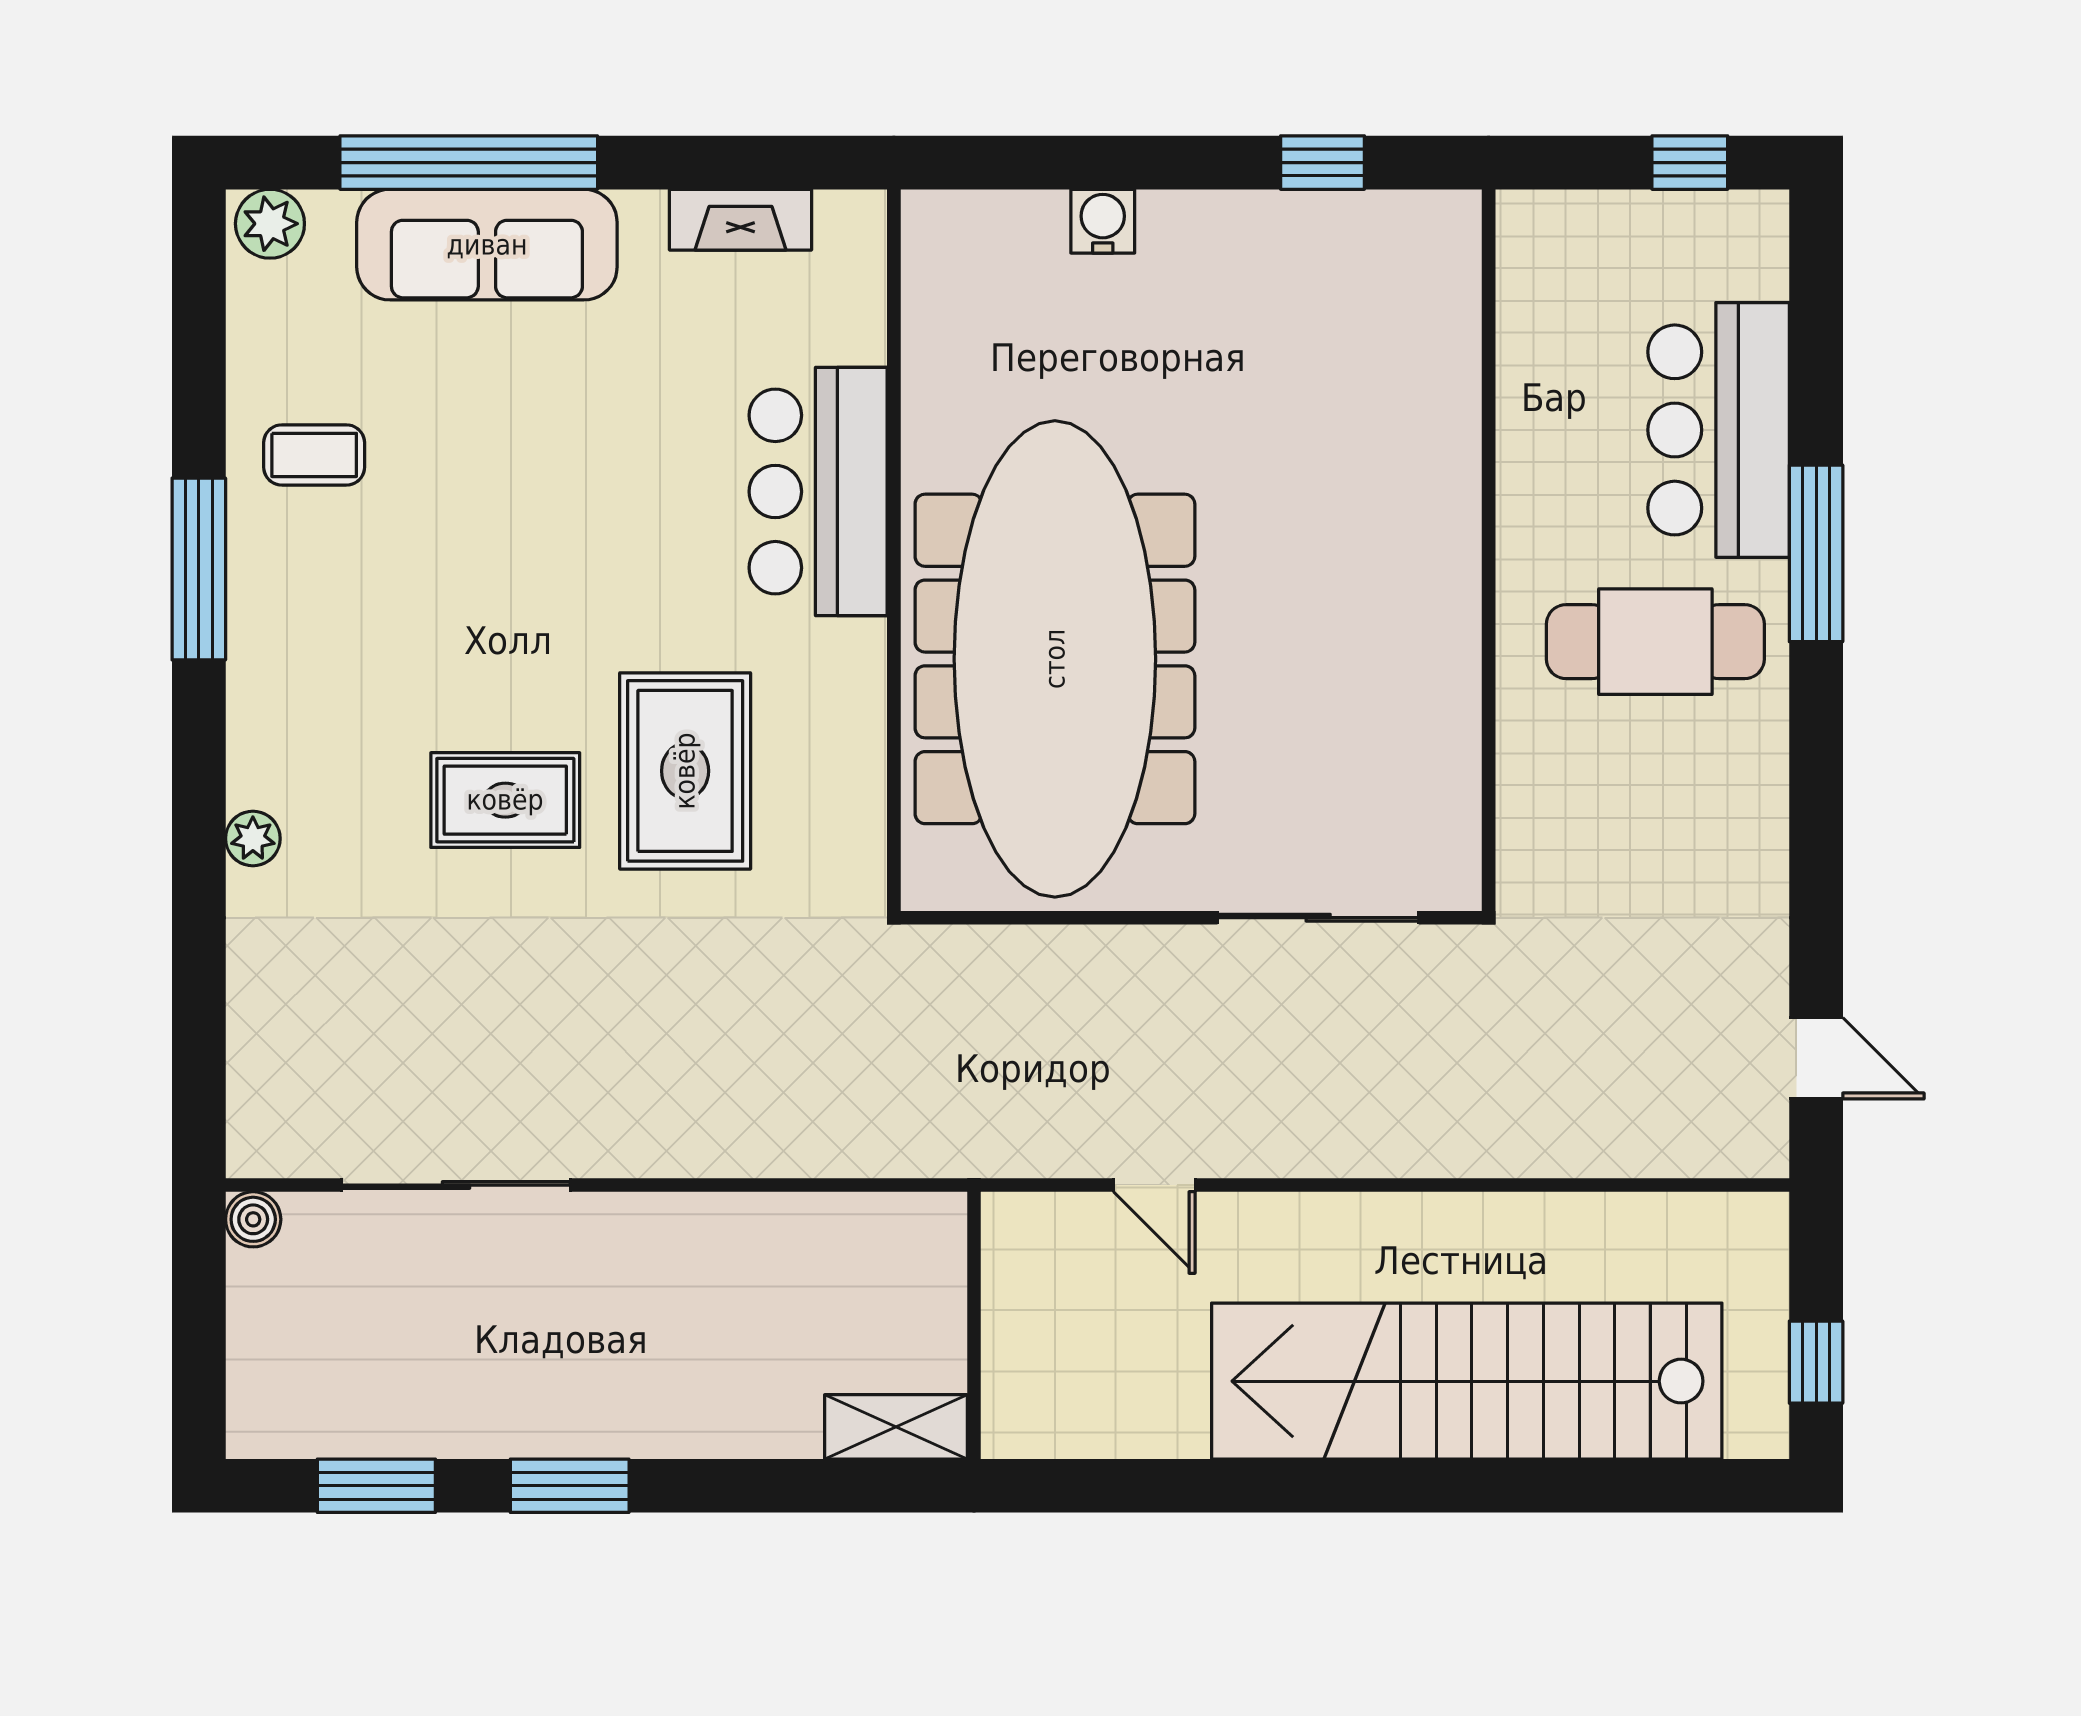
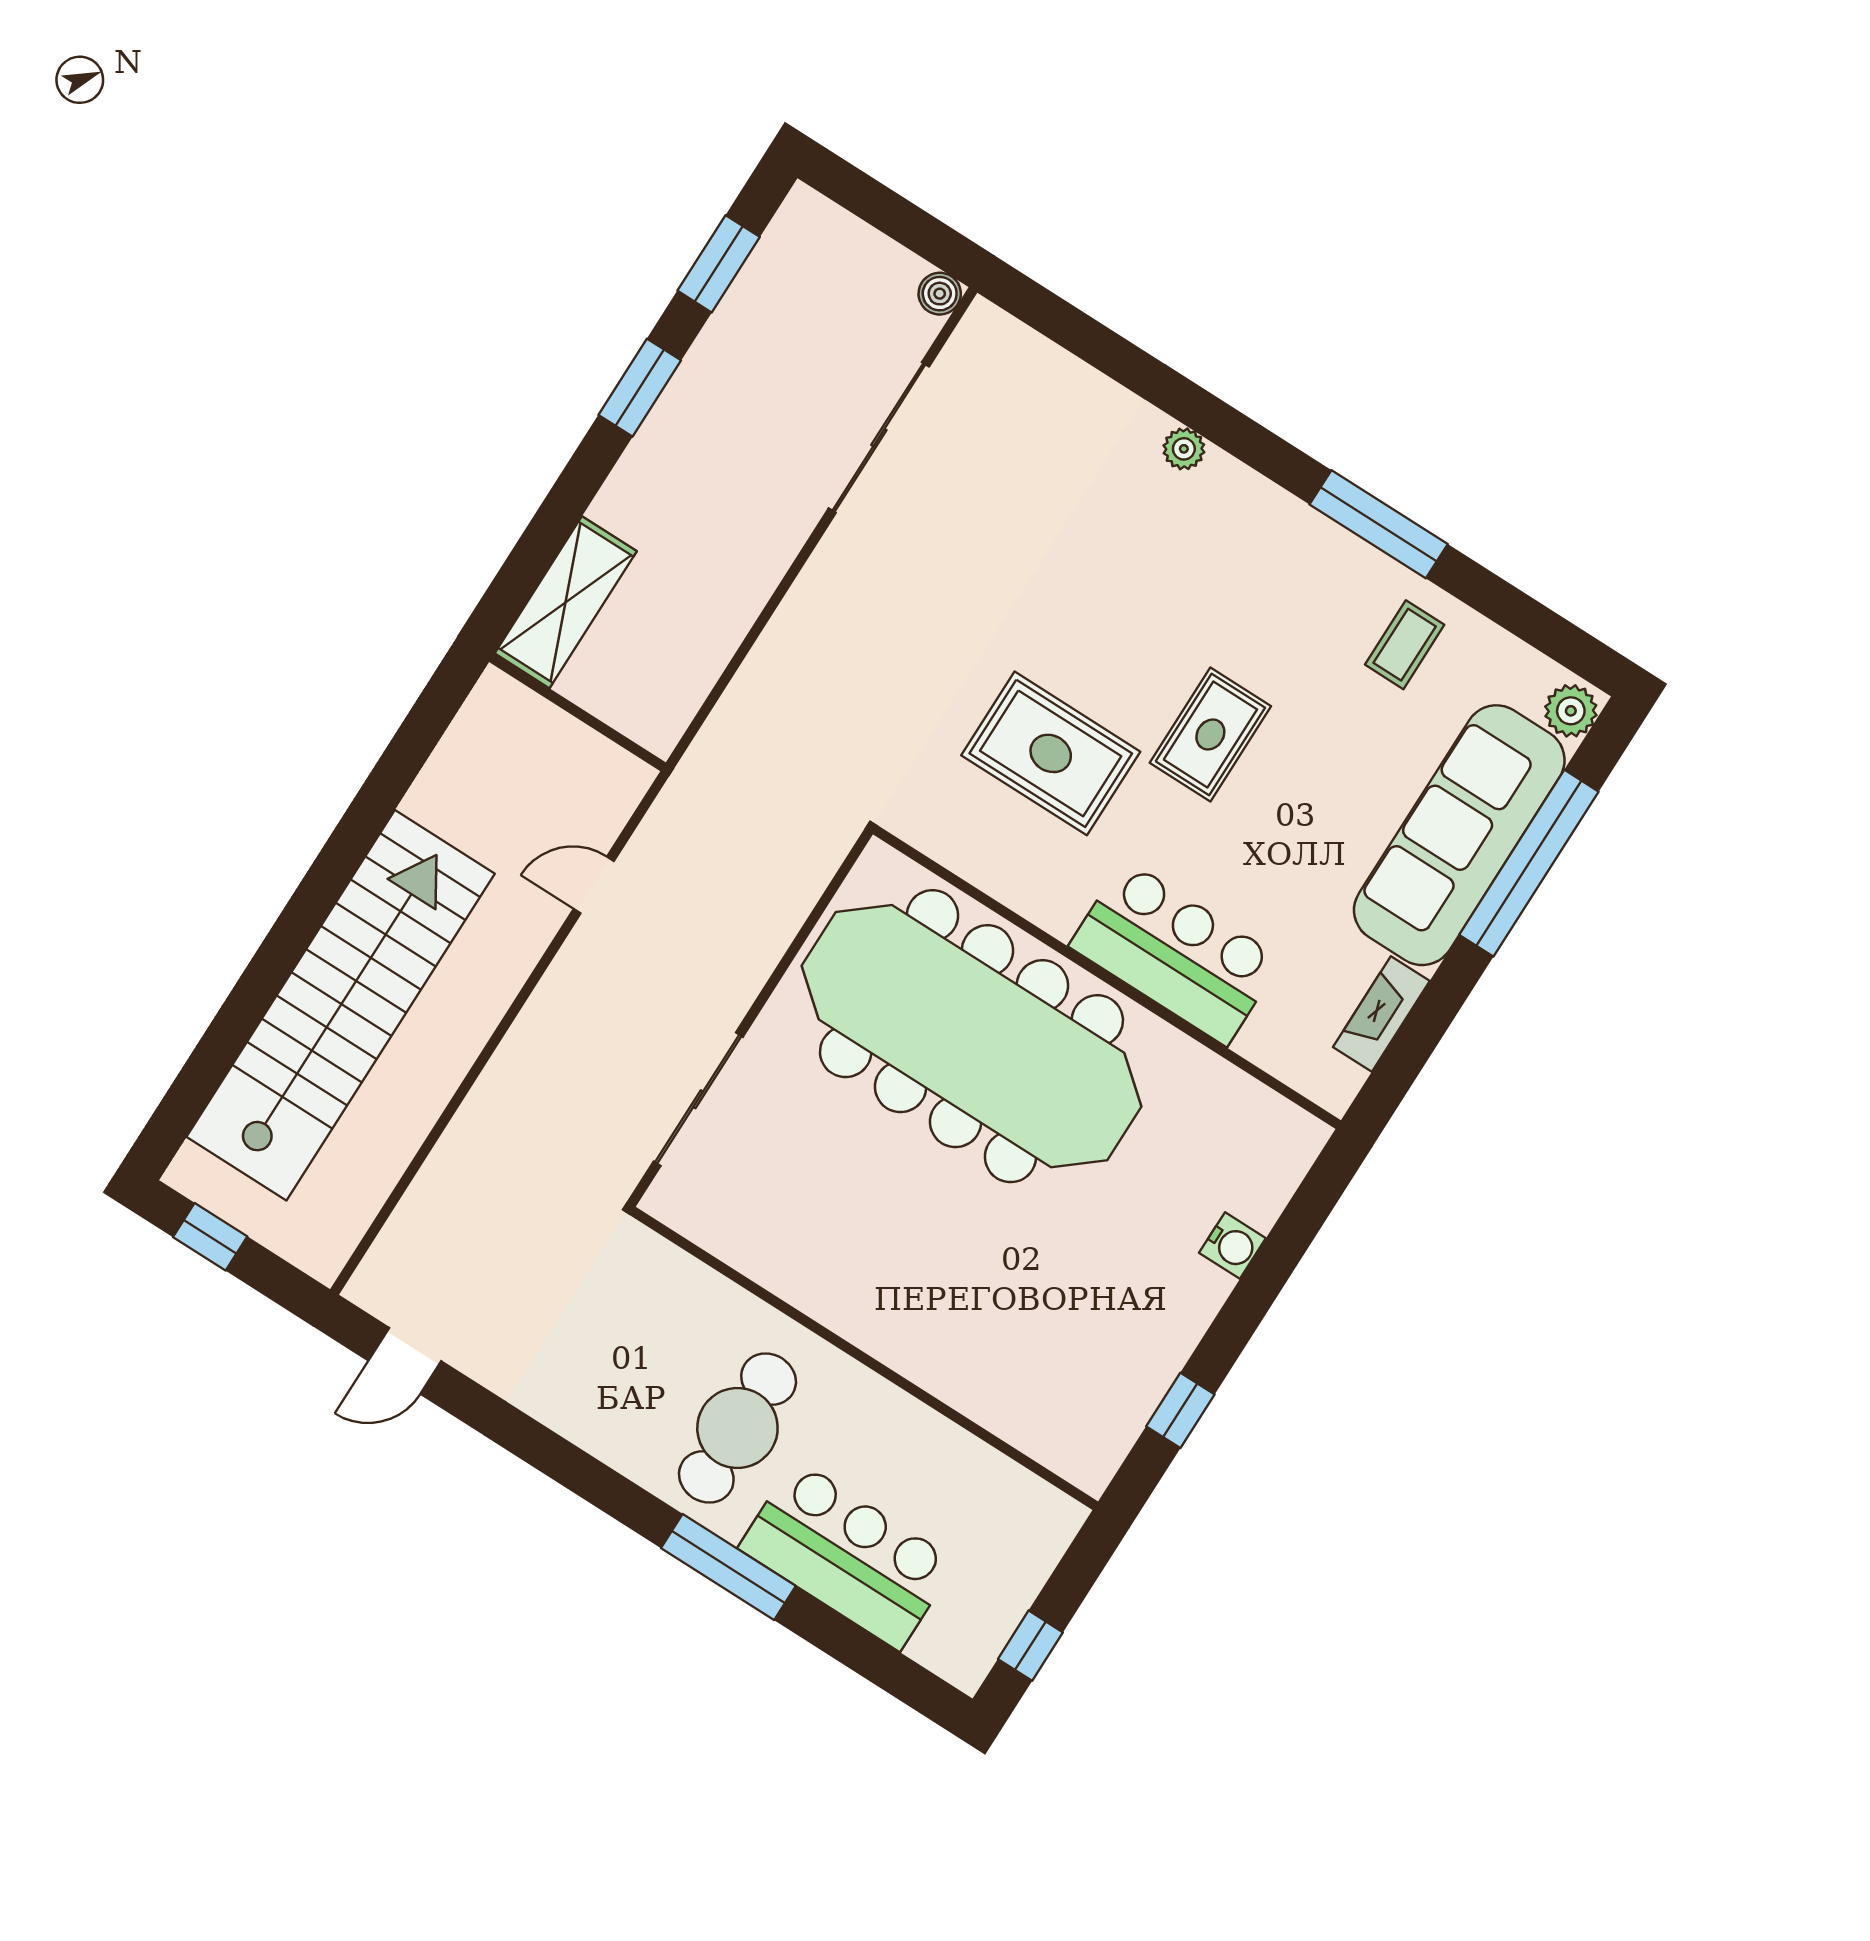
sofa: (487, 245) -> (1459, 835), width x1.36, depth x1.27
rug: (505, 800) -> (1210, 735), moved
shelving: (896, 1427) -> (566, 602), width x1.50, depth x1.33

